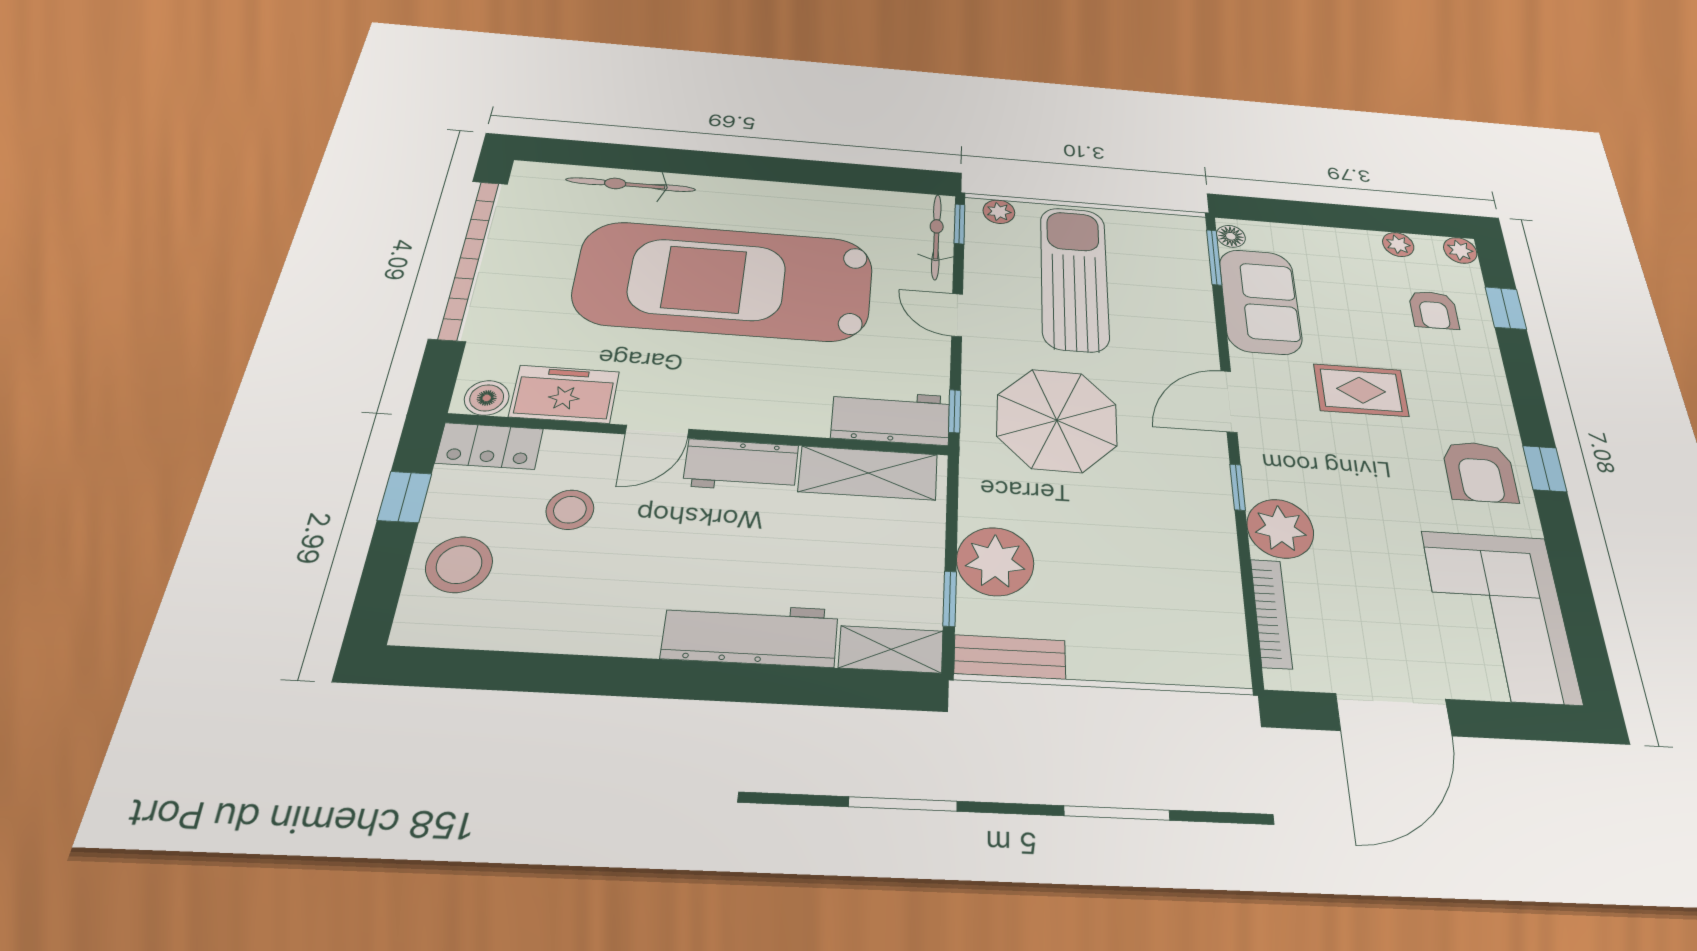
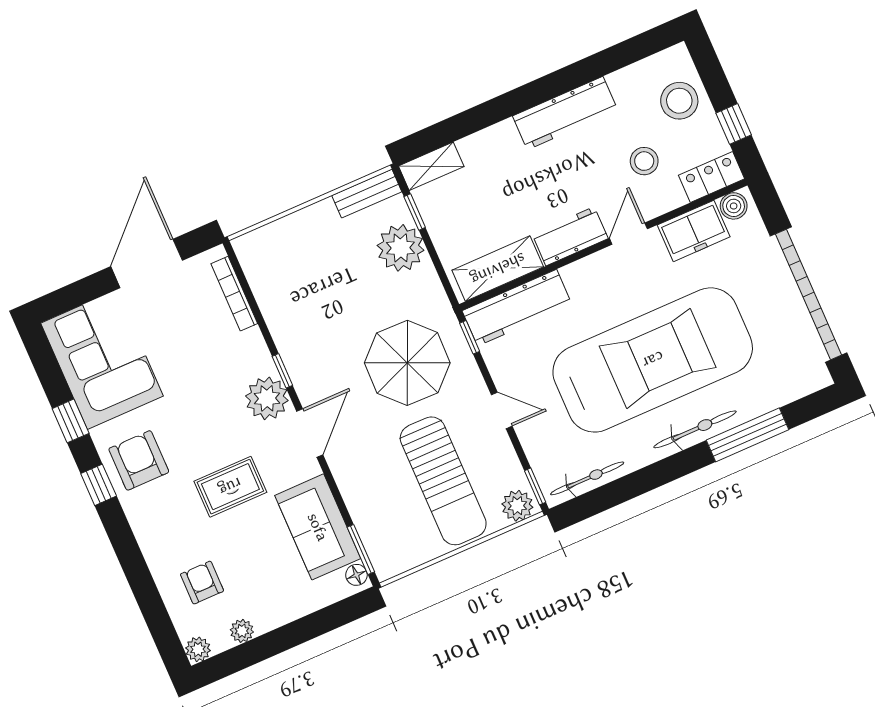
window: (661, 160) -> (748, 435), added
bicycle: (631, 185) -> (695, 429), moved
plant: (999, 212) -> (517, 506), width x1.38, depth x1.38
bicycle: (936, 237) -> (587, 478), moved, turned -90
window: (1506, 308) -> (71, 421), moved
workbench: (891, 417) -> (517, 308), width x1.38
plant: (1280, 529) -> (267, 398), moved
workbench: (750, 634) -> (565, 113), moved

